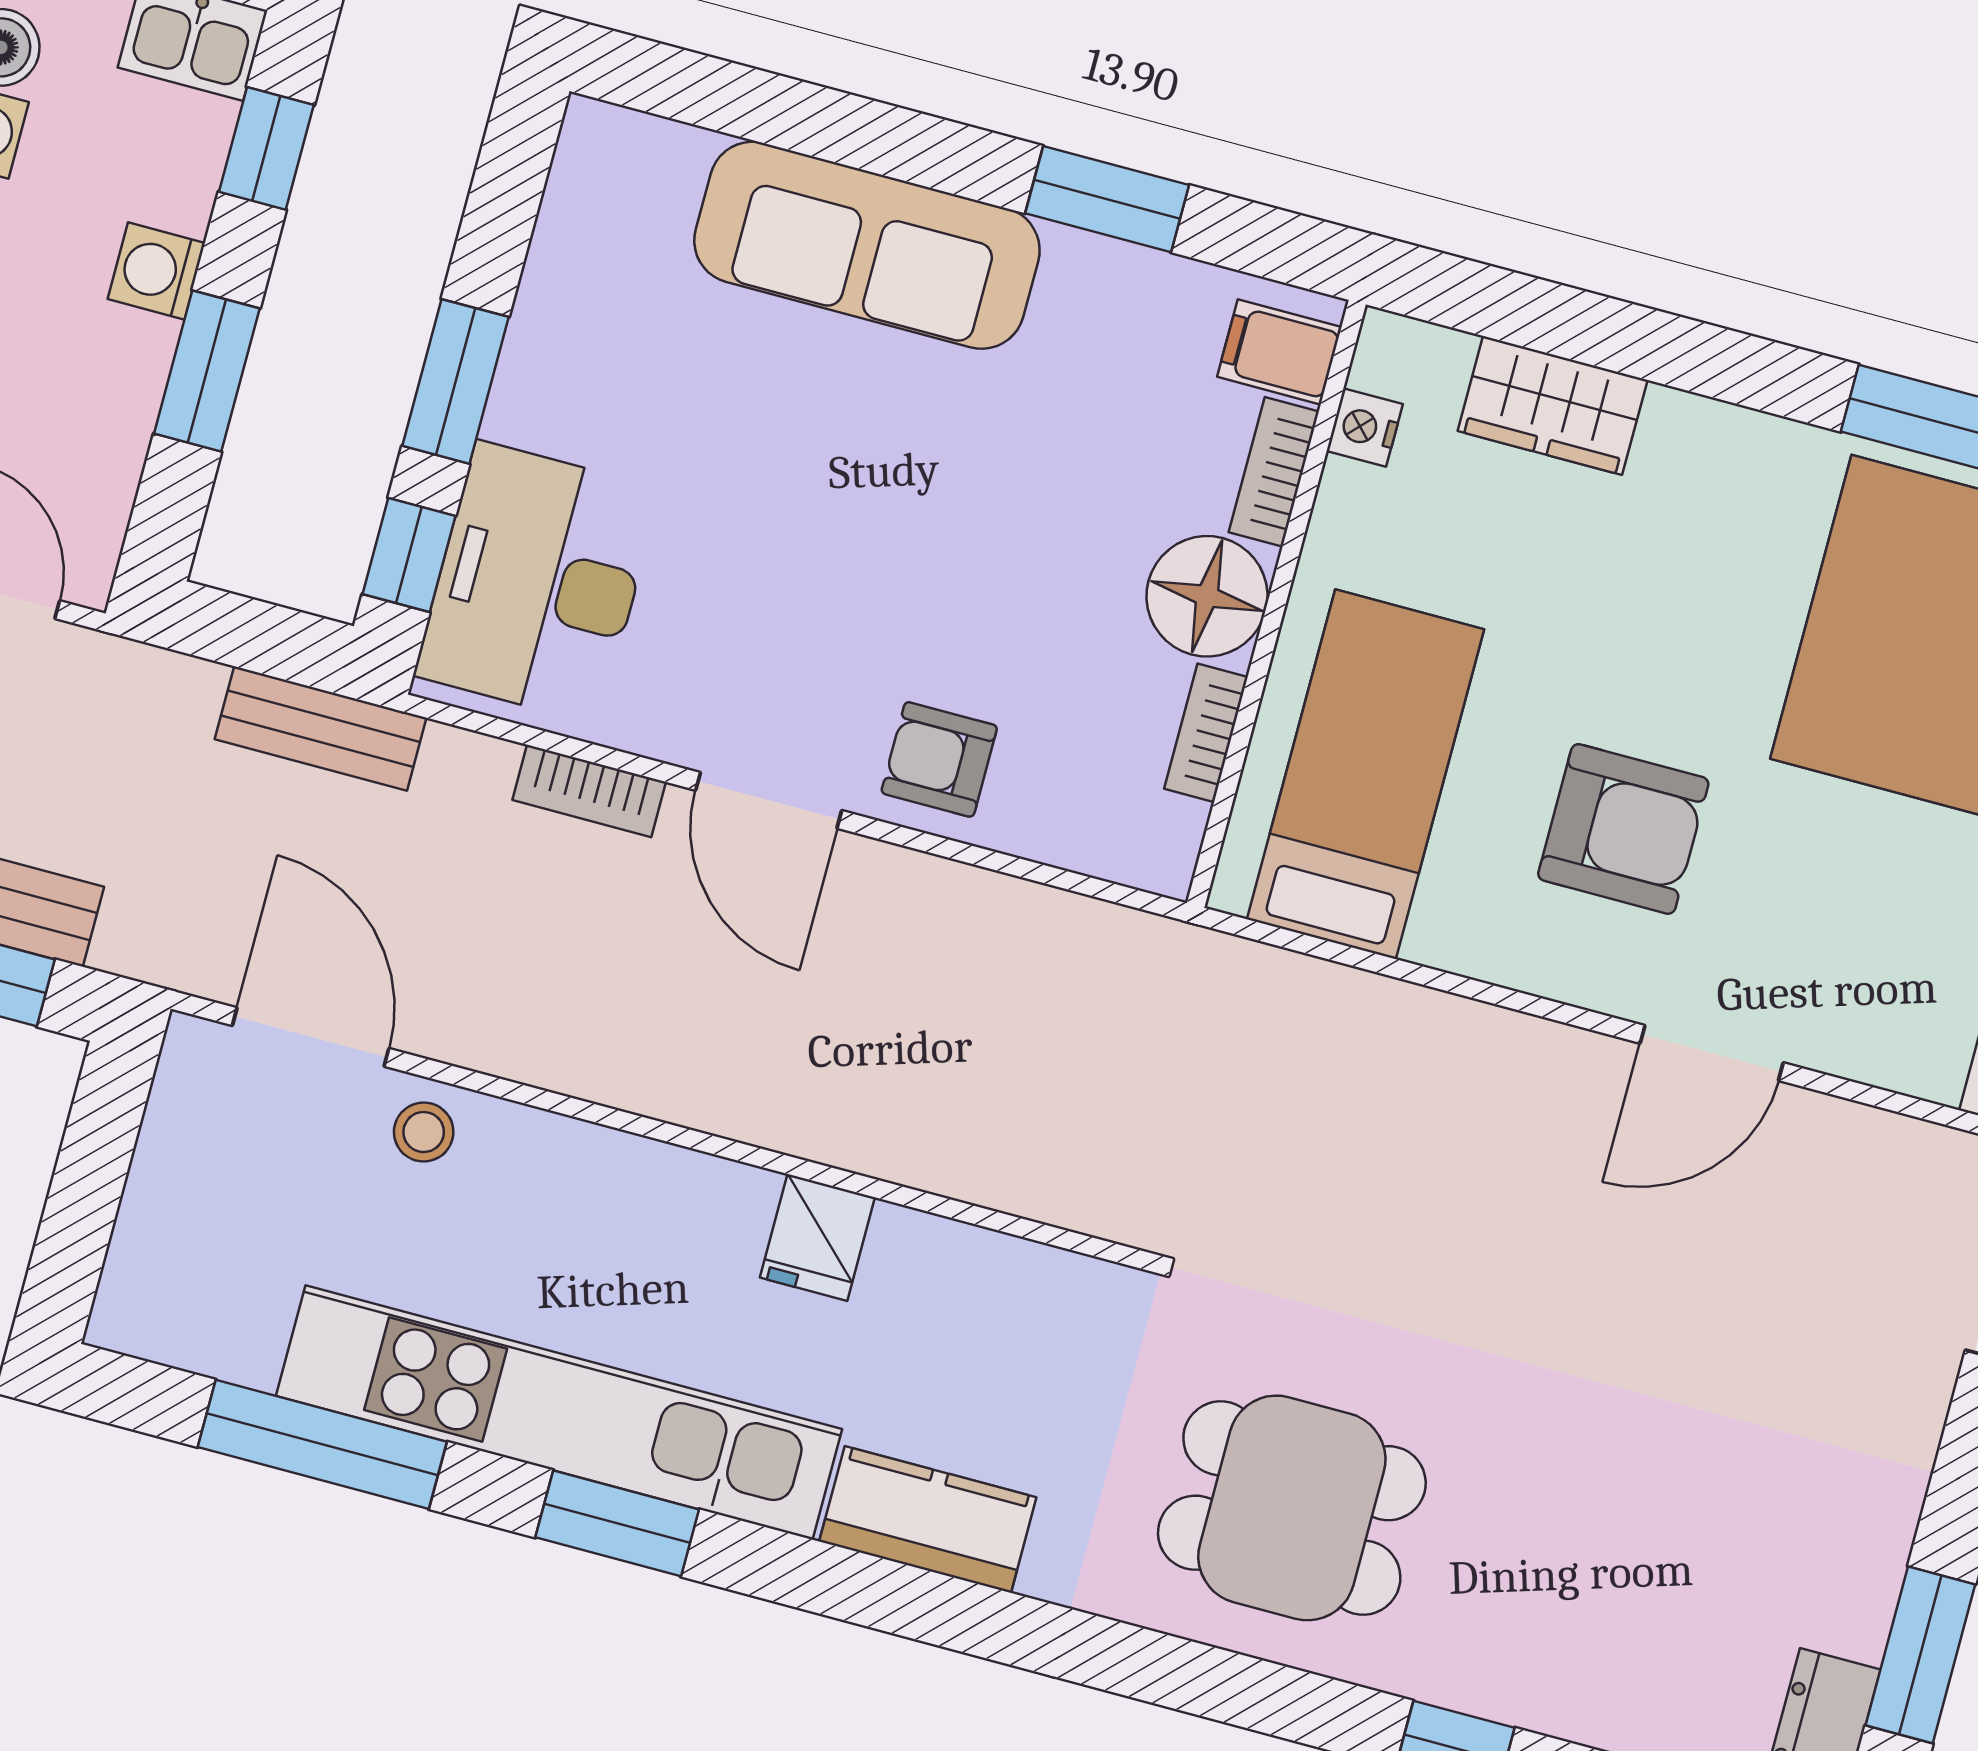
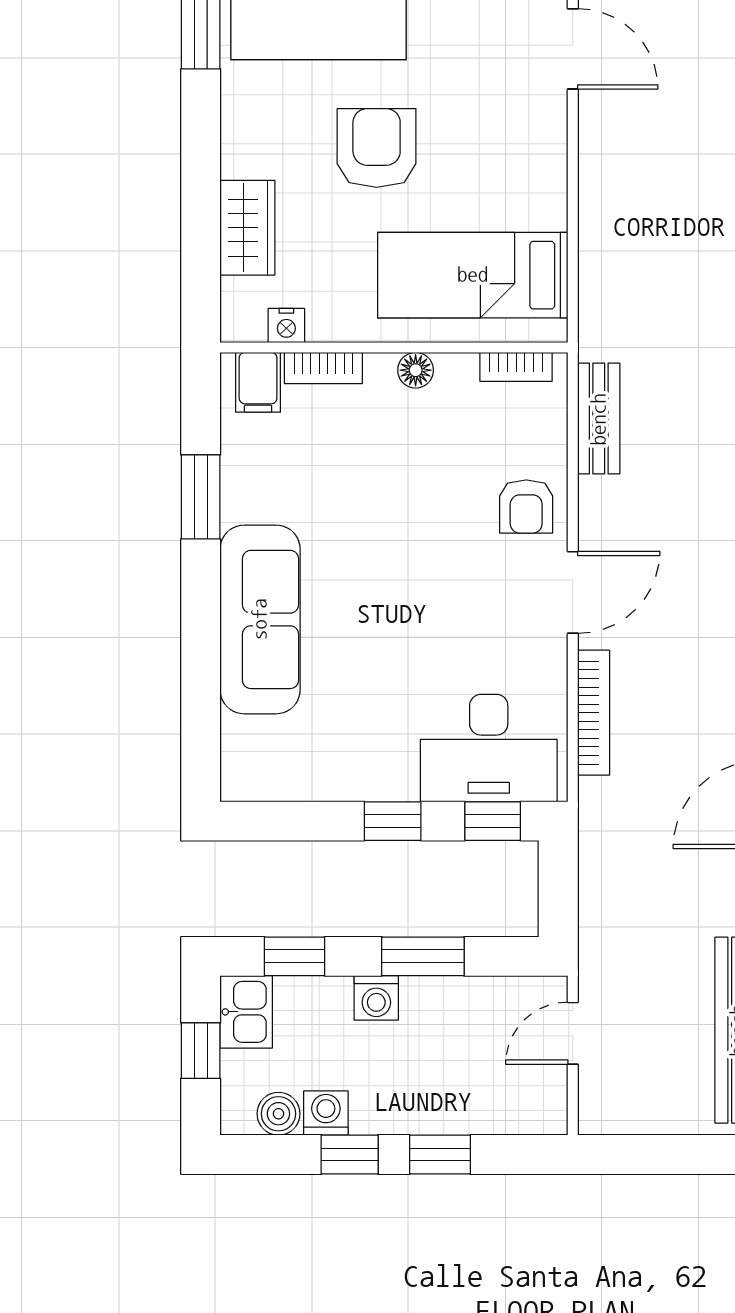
window: (456, 381) -> (393, 821), width x0.67
floor lamp: (1207, 596) -> (416, 370), width x0.53, depth x0.53
bench: (321, 729) -> (599, 419), moved
bookcase: (1206, 733) -> (516, 367), moved
bookcase: (589, 791) -> (594, 713), width x1.56
armchair: (1623, 829) -> (377, 148), moved

